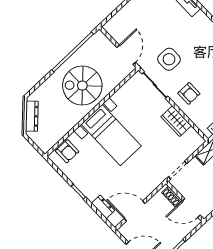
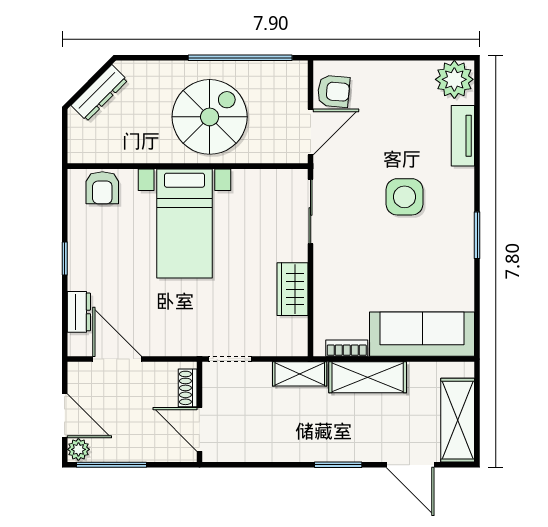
side table: (169, 59) -> (404, 197), moved
spiral stairs: (82, 86) -> (210, 117), turned 90
armchair: (189, 93) -> (334, 91), moved, turned -85

